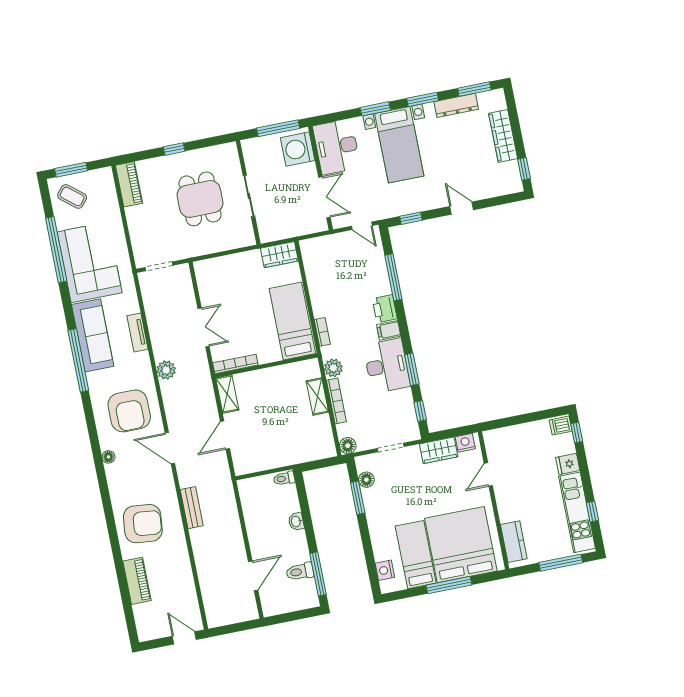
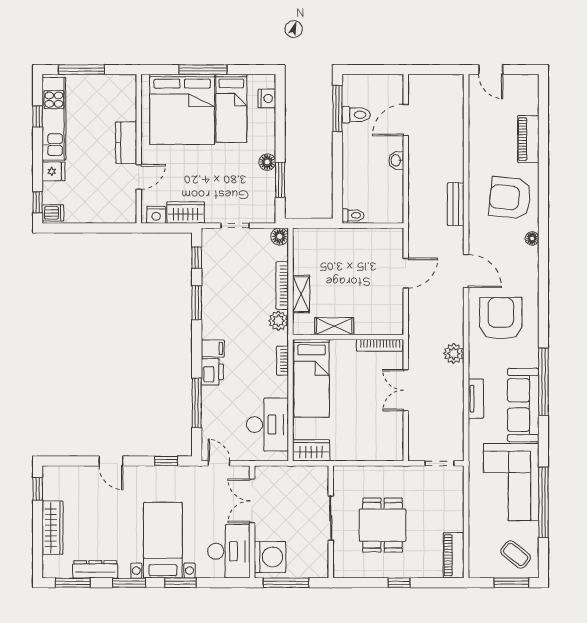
desk: (387, 366) -> (267, 425), moved, turned 180
shelving: (227, 394) -> (334, 326), moved, turned 90
floor lamp: (108, 457) -> (532, 238), moved
floor lamp: (366, 480) -> (267, 162), moved
washbasin: (296, 521) -> (396, 160), moved, turned 180
kitchen counter: (514, 542) -> (126, 143), moved

